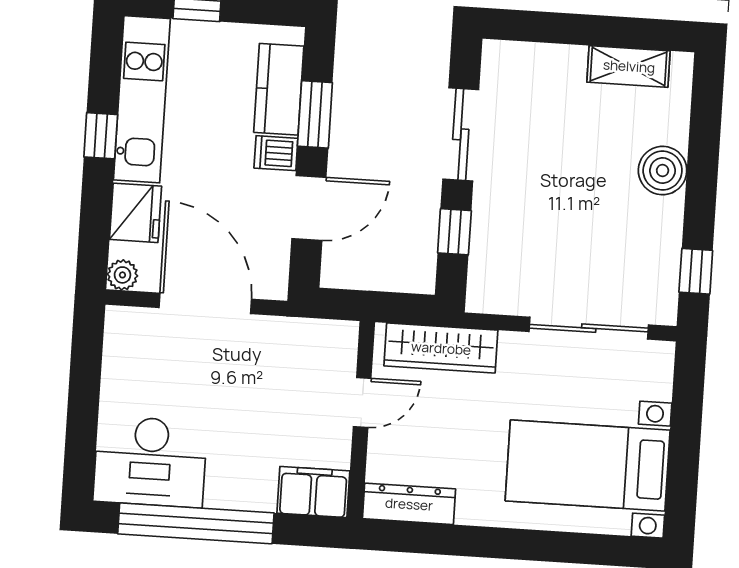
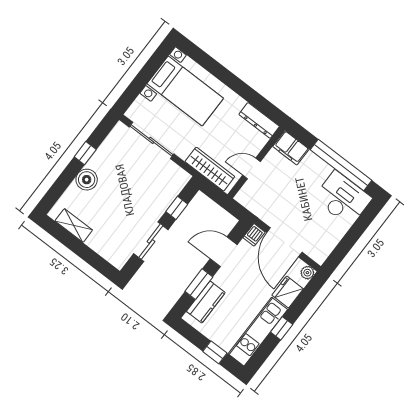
dishwasher: (276, 153) -> (254, 235), moved, turned 90
window: (696, 271) -> (85, 153), moved

